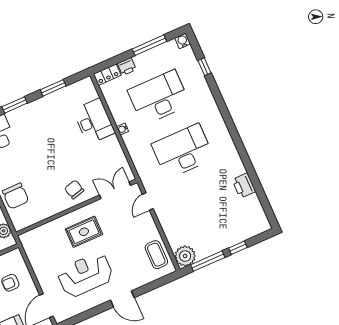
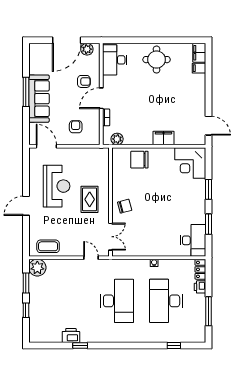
water cooler: (183, 41) -> (201, 338), removed
desk: (159, 97) -> (166, 301), turned 180
desk: (94, 121) -> (193, 240), moved, turned -90
window: (250, 171) -> (80, 346), added
window: (208, 261) -> (26, 283), width x0.69

